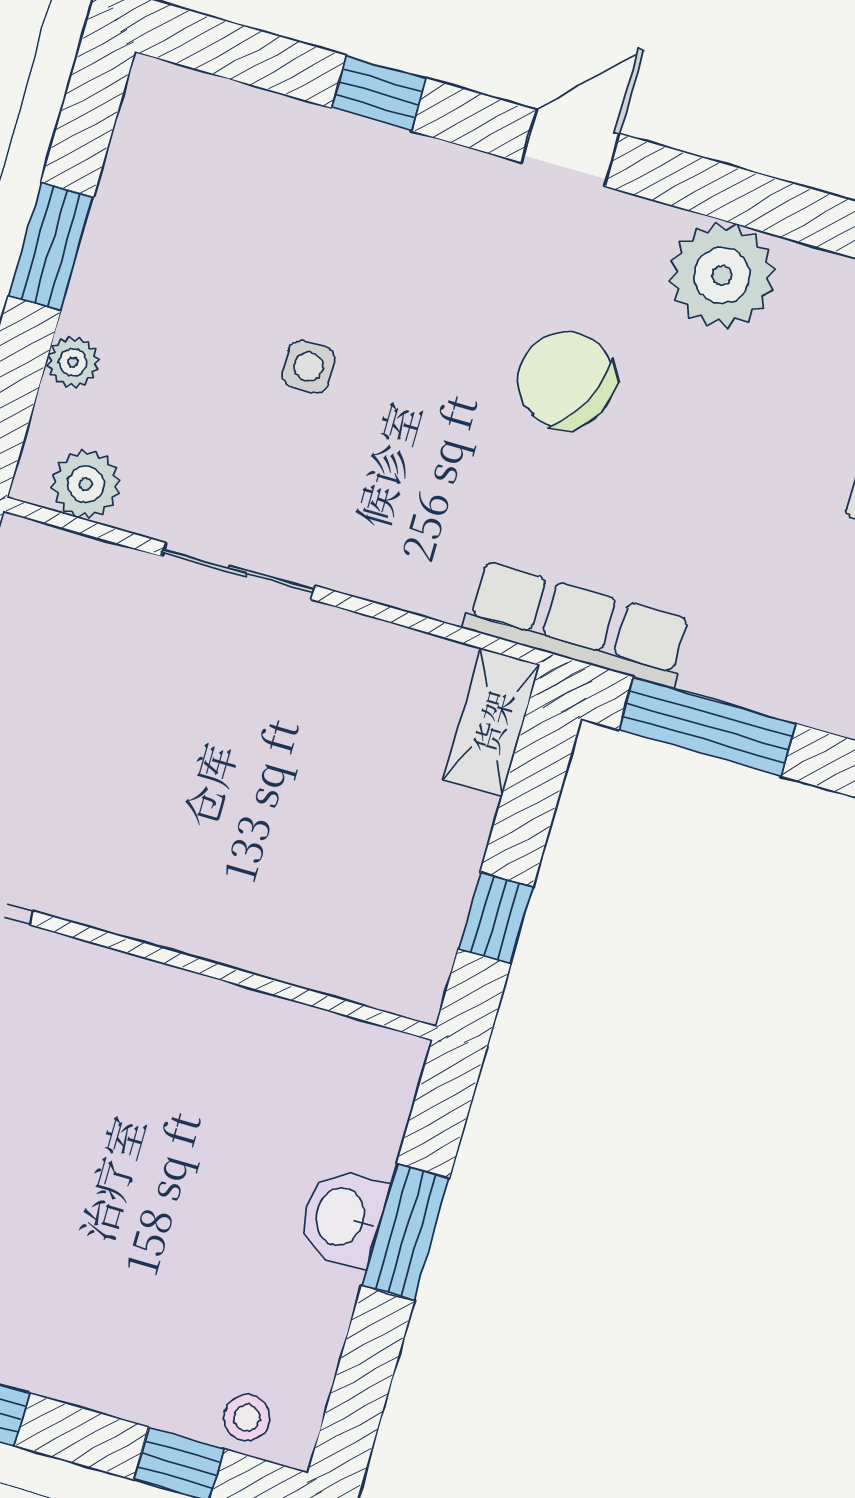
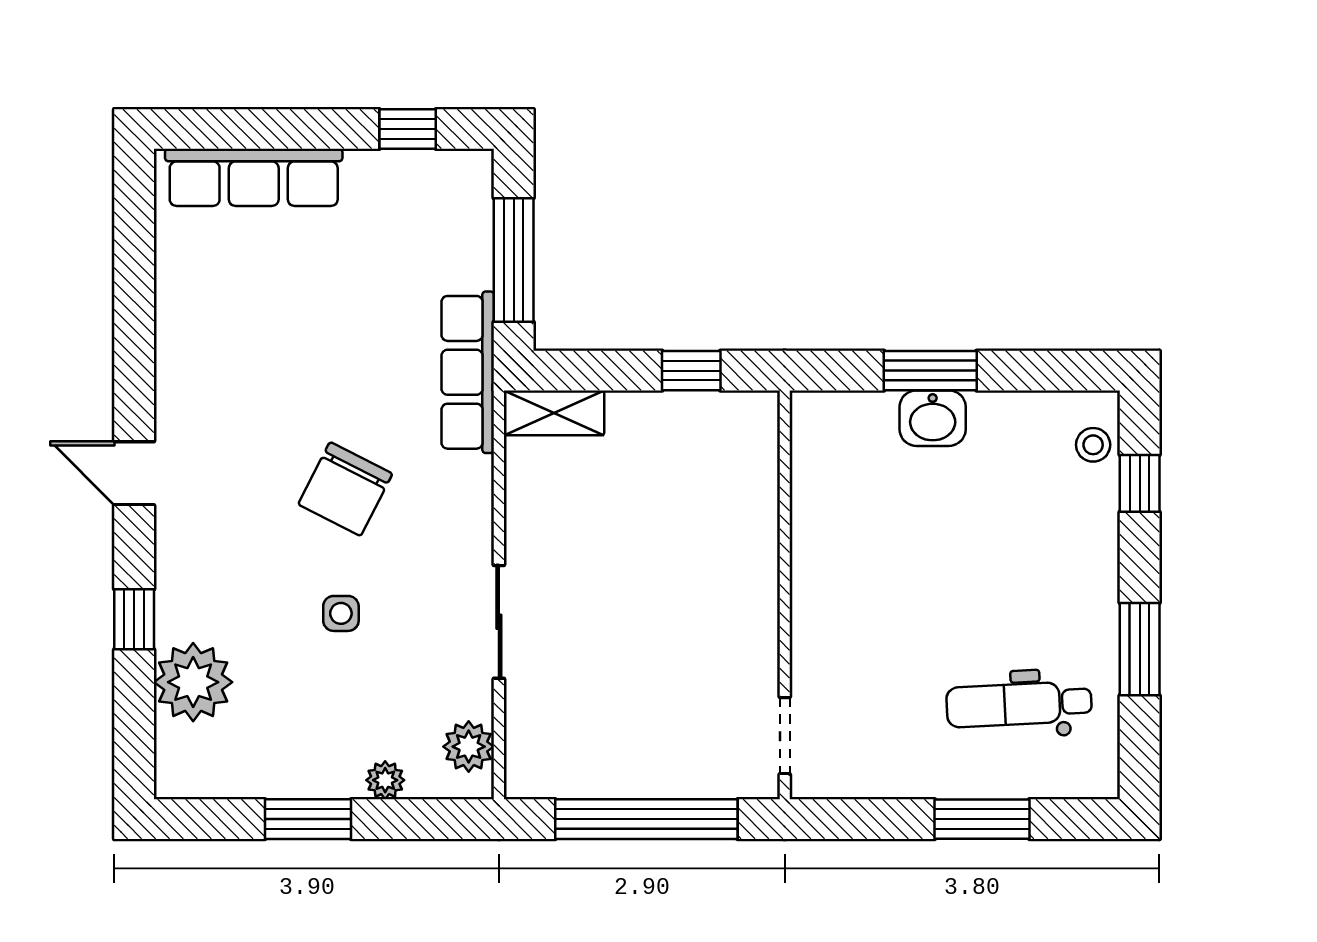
plant: (722, 275) -> (193, 682), moved
chair: (566, 380) -> (345, 489), moved

